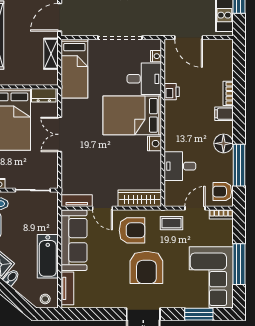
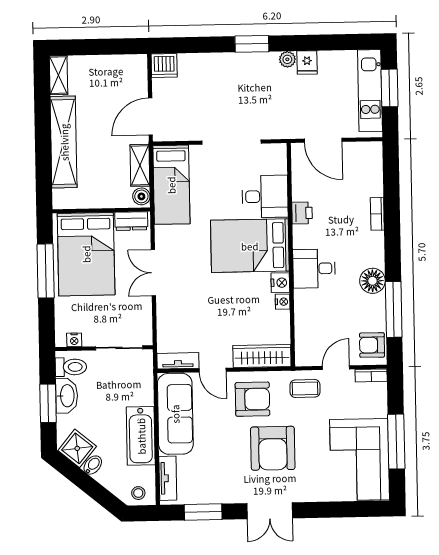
nightstand: (156, 56) -> (283, 302), moved
boiler: (52, 77) -> (141, 196), added
filing cabinet: (224, 114) -> (372, 241), removed
desk: (180, 166) -> (314, 269), moved
window: (199, 314) -> (203, 512), moved

